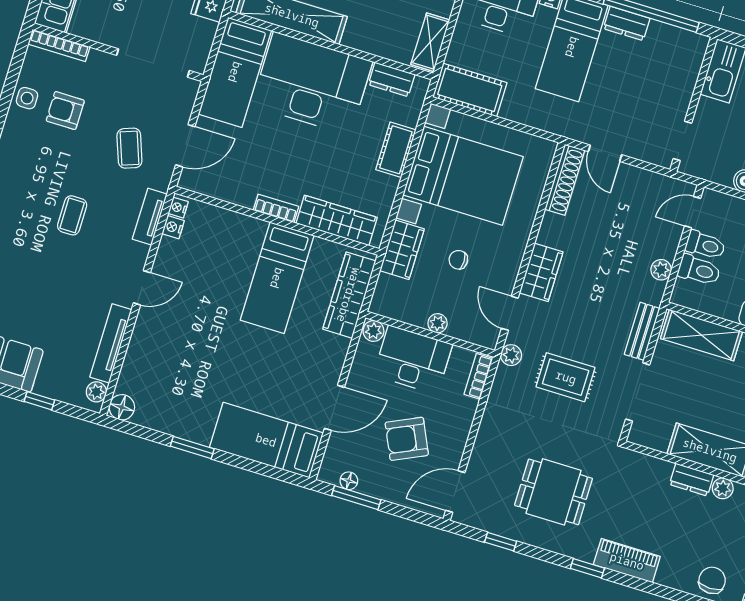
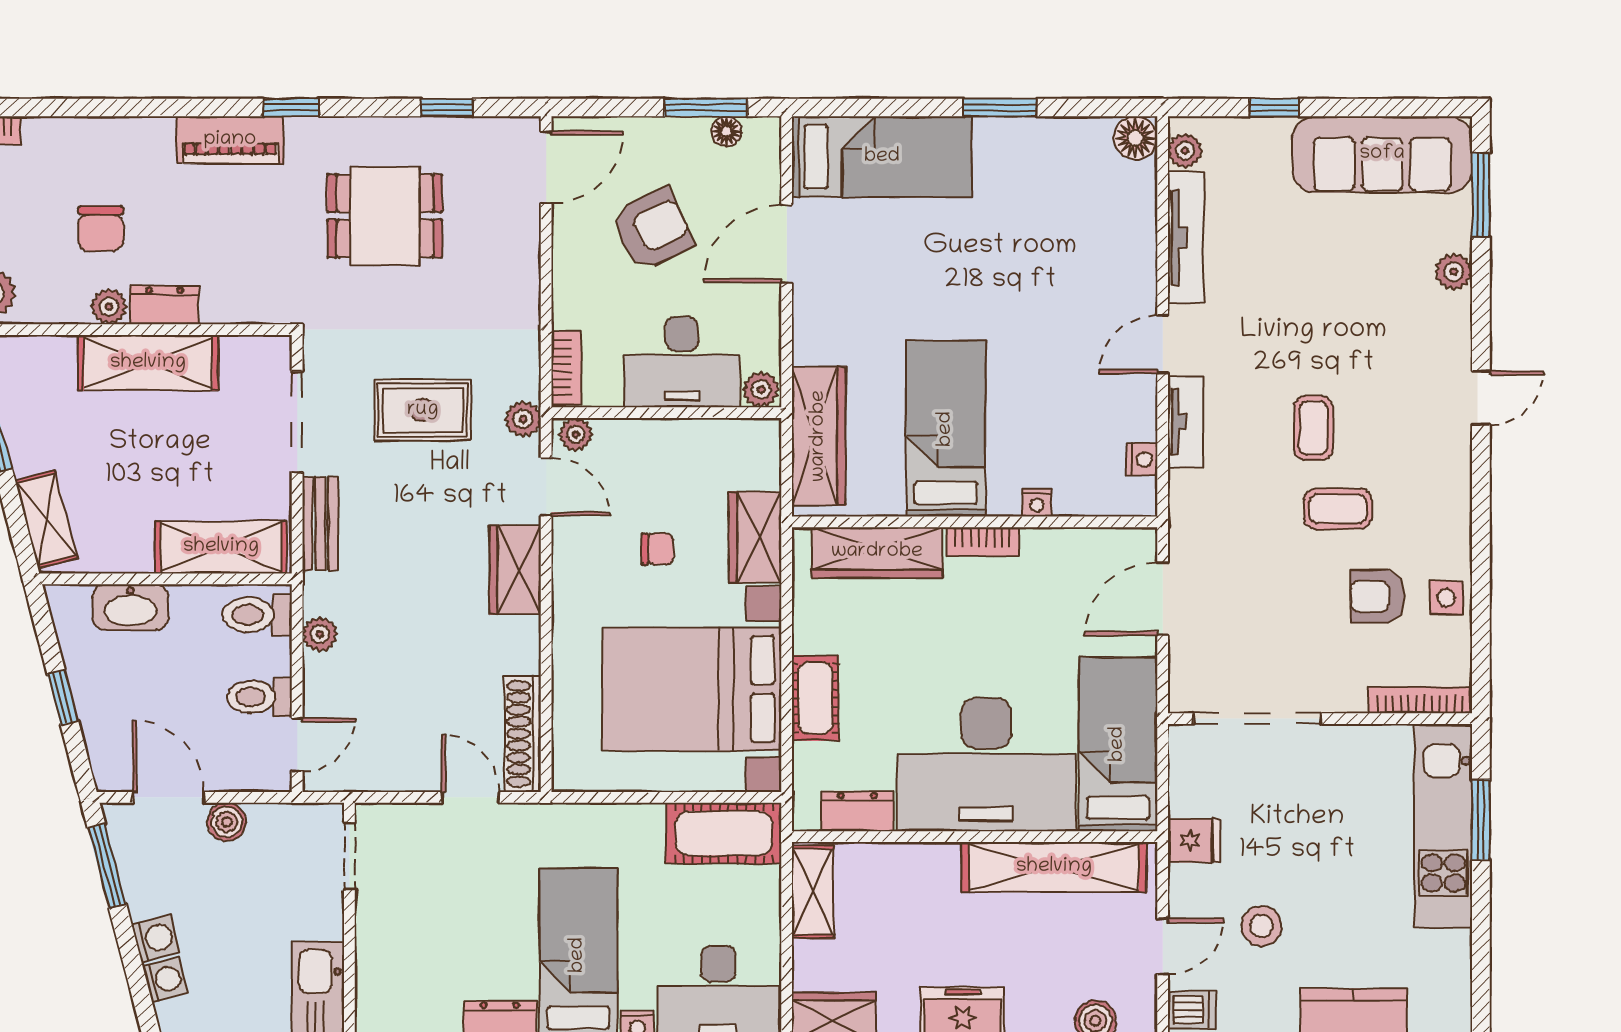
armchair: (65, 111) -> (1377, 596), turned 180
coffee table: (129, 148) -> (1338, 509), moved, turned -70
nightstand: (178, 208) -> (1037, 503), moved, turned 90
tv unit: (150, 217) -> (1185, 422), moved
toilet: (699, 270) -> (257, 615), moved
plant: (438, 323) -> (576, 434), moved
chair: (712, 580) -> (101, 228), moved

